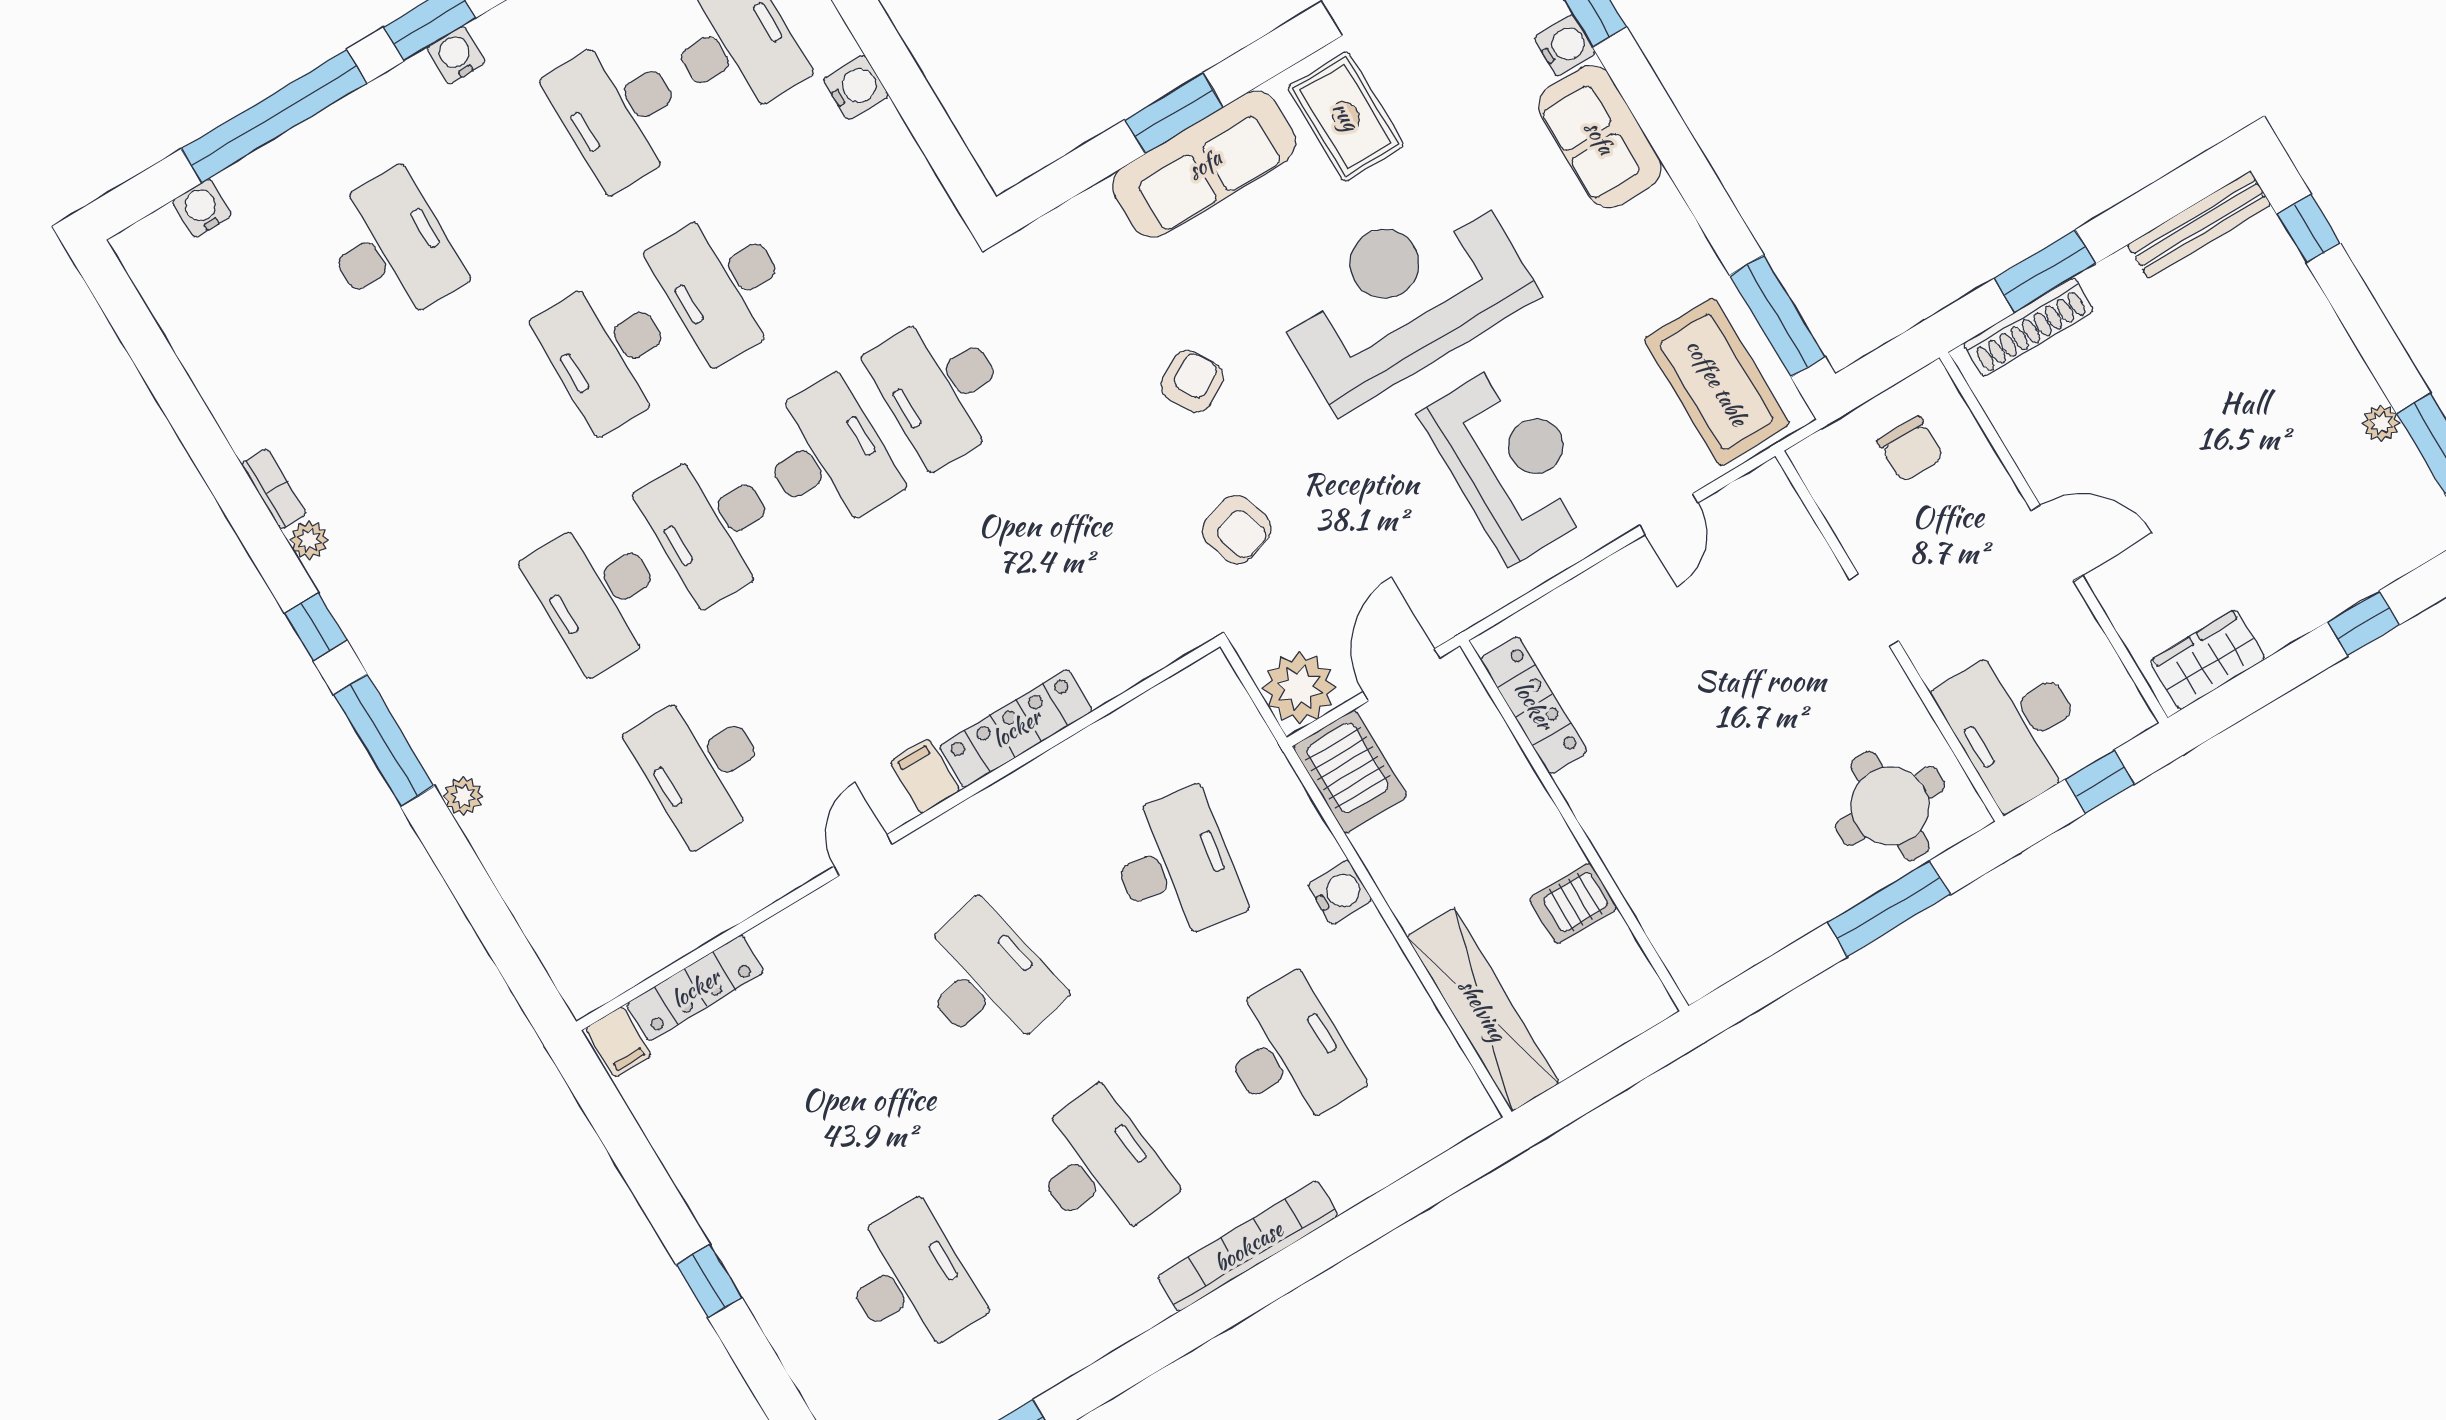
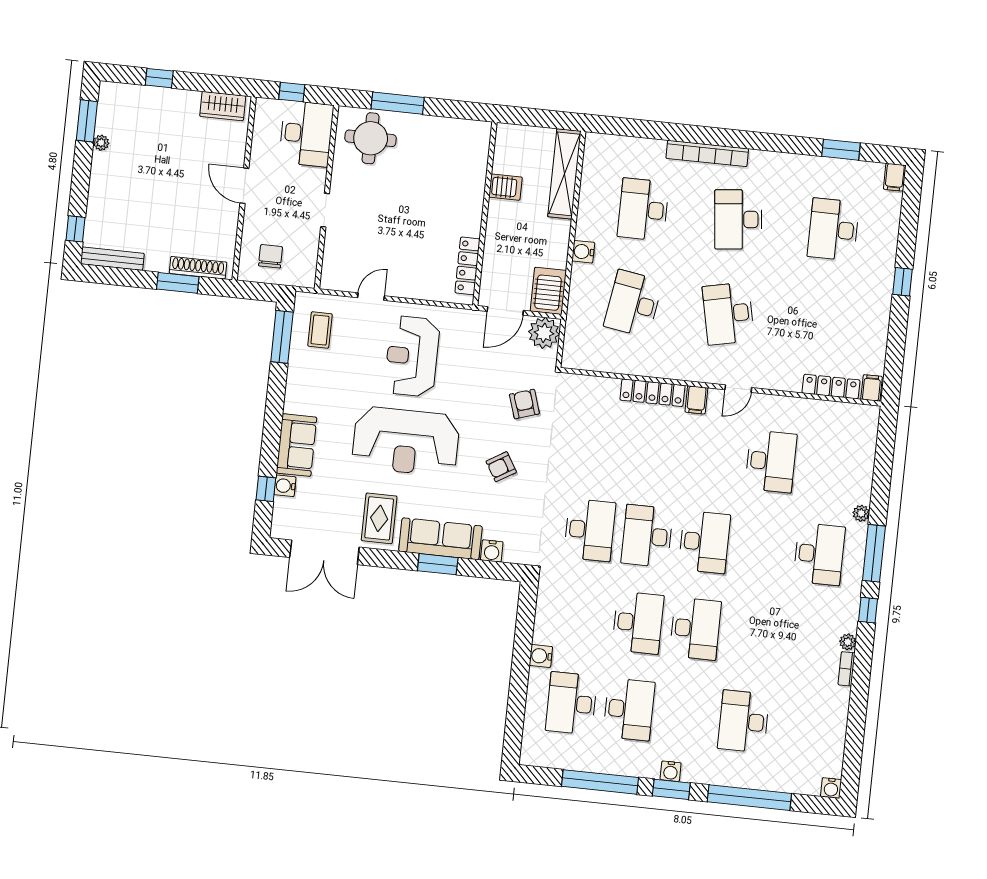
water cooler: (202, 208) -> (831, 788), moved
water cooler: (1092, 213) -> (492, 551), added
coffee table: (1717, 382) -> (320, 330), width x0.54, depth x0.58
desk: (598, 594) -> (819, 554), moved

